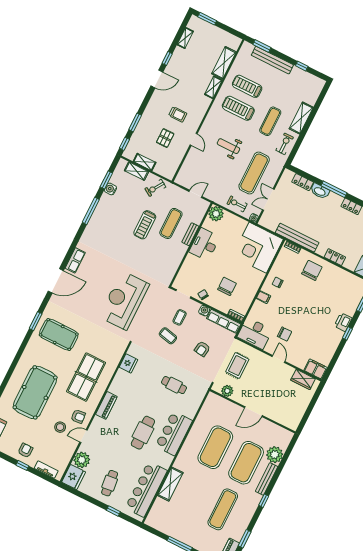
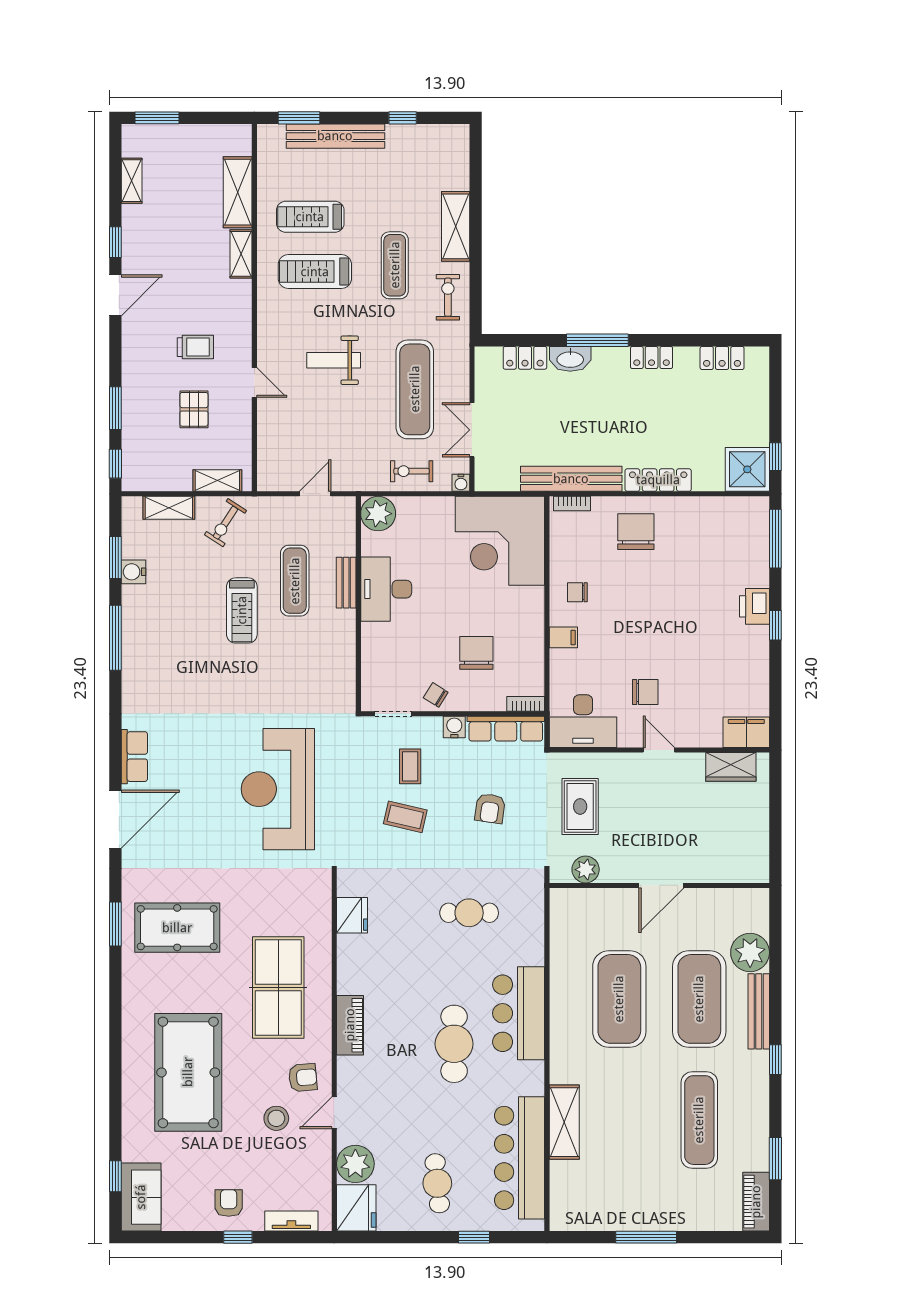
shelving: (145, 162) -> (217, 480), moved
locker: (335, 257) -> (658, 480), width x1.53

